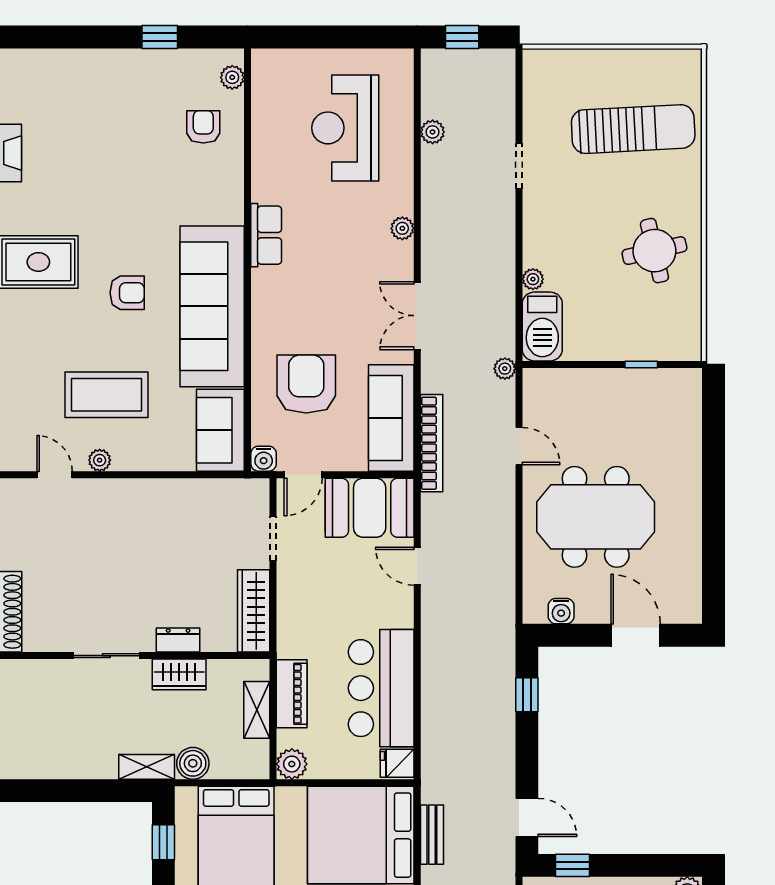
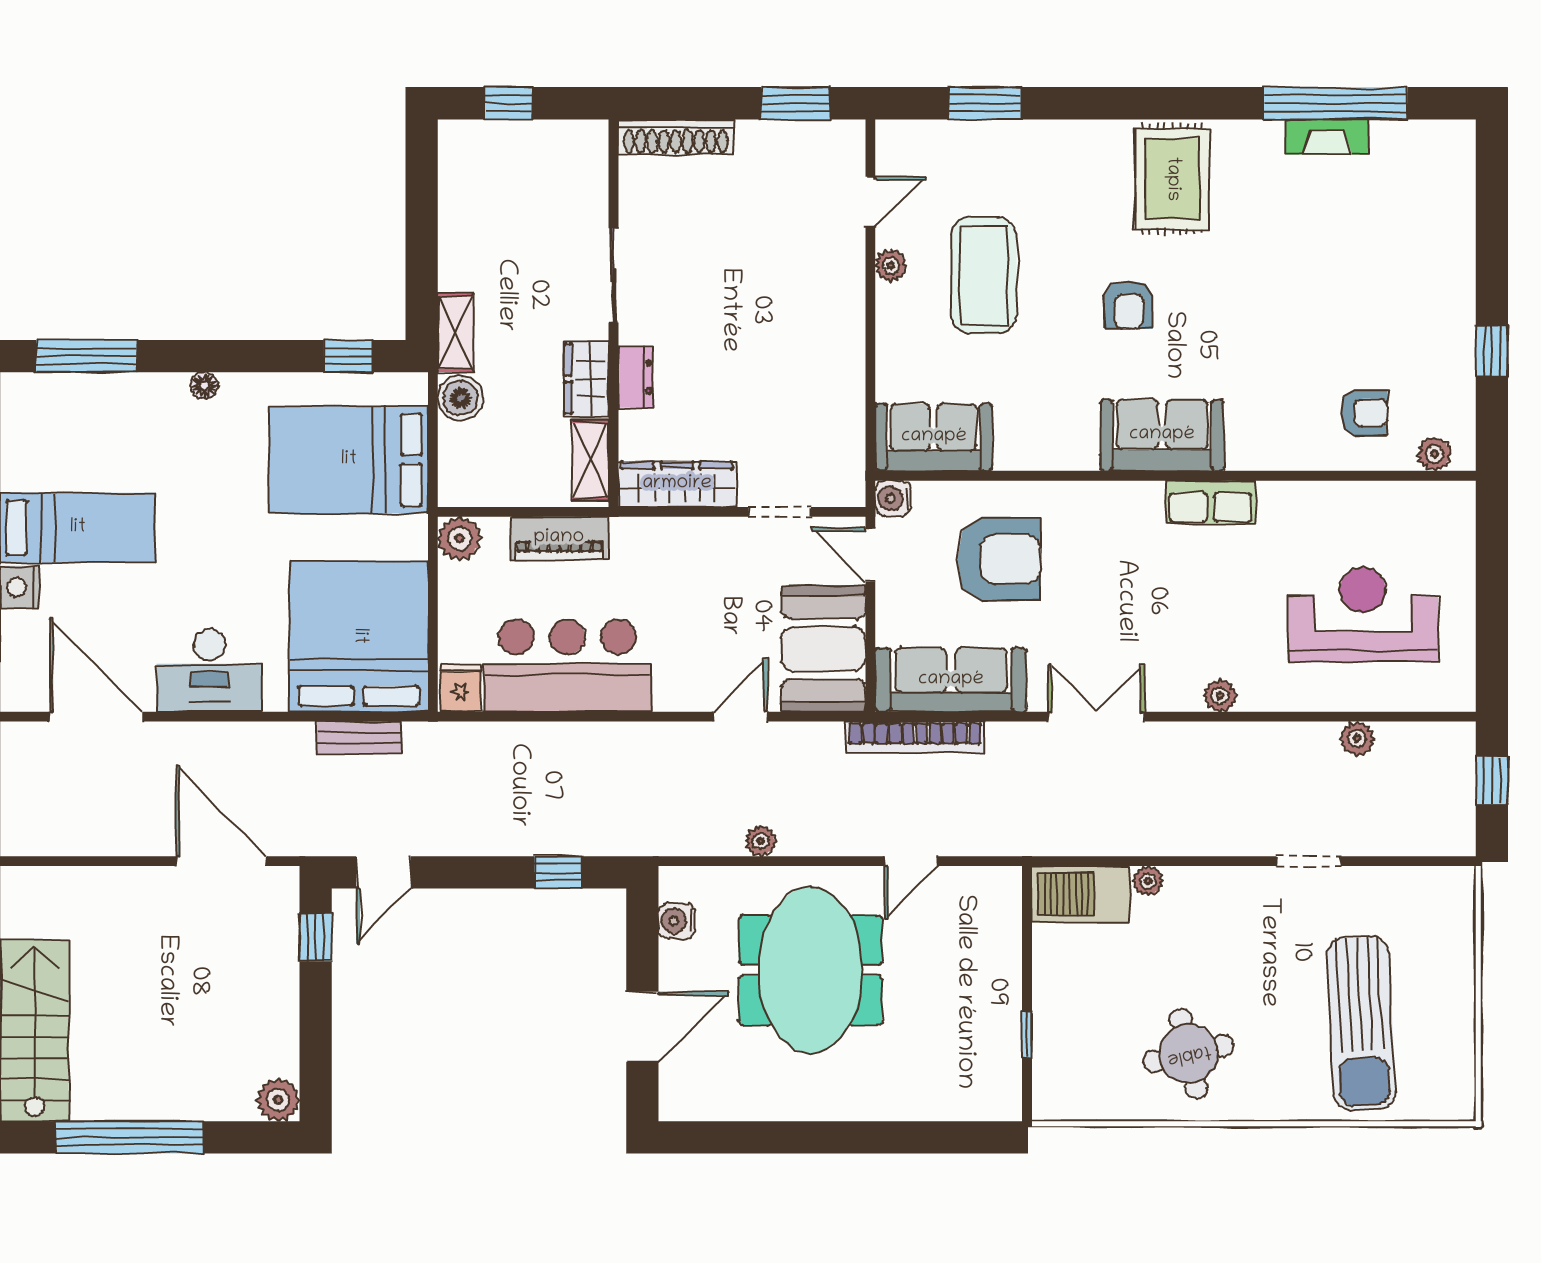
sofa: (212, 306) -> (1162, 435), width x0.54, depth x0.79
plant: (505, 369) -> (761, 841), moved
shelving: (257, 710) -> (590, 460), moved, turned 90

